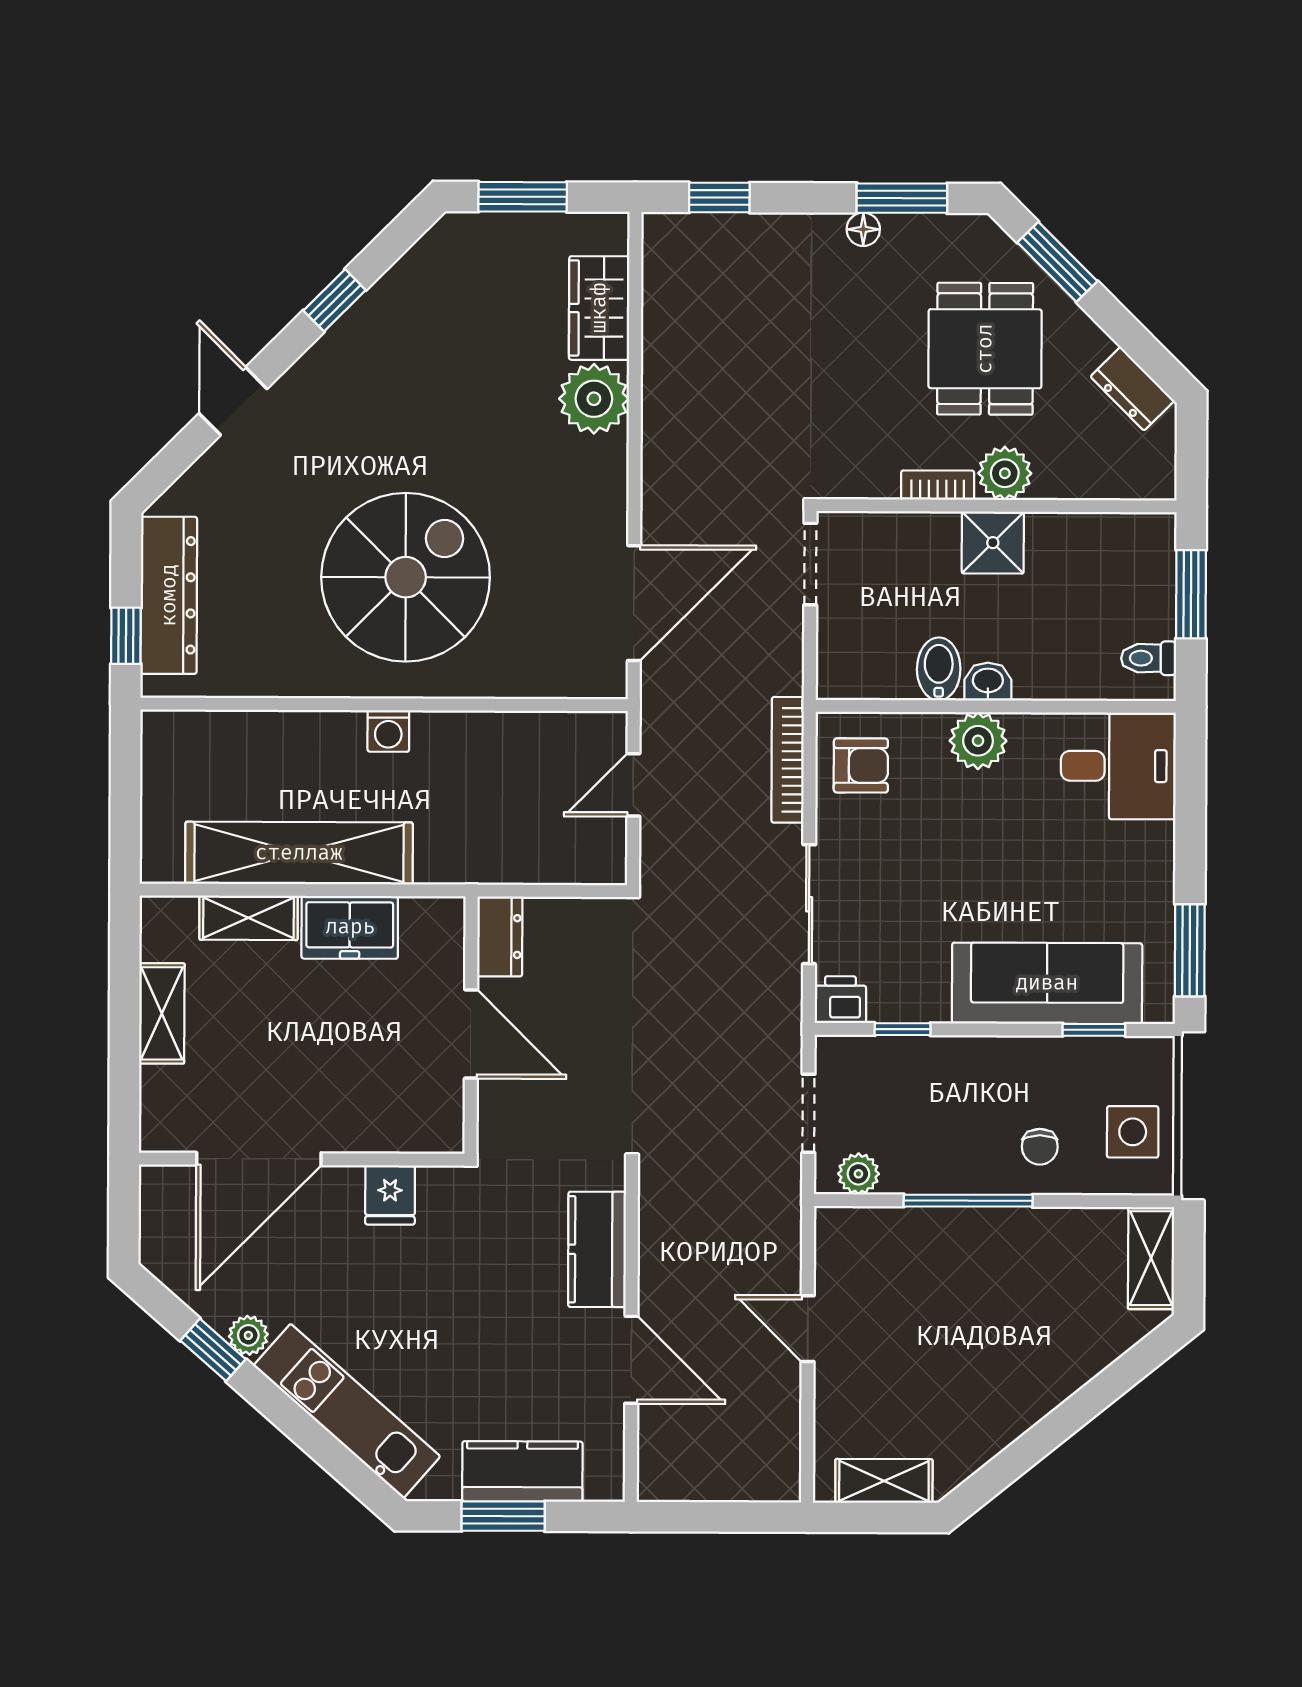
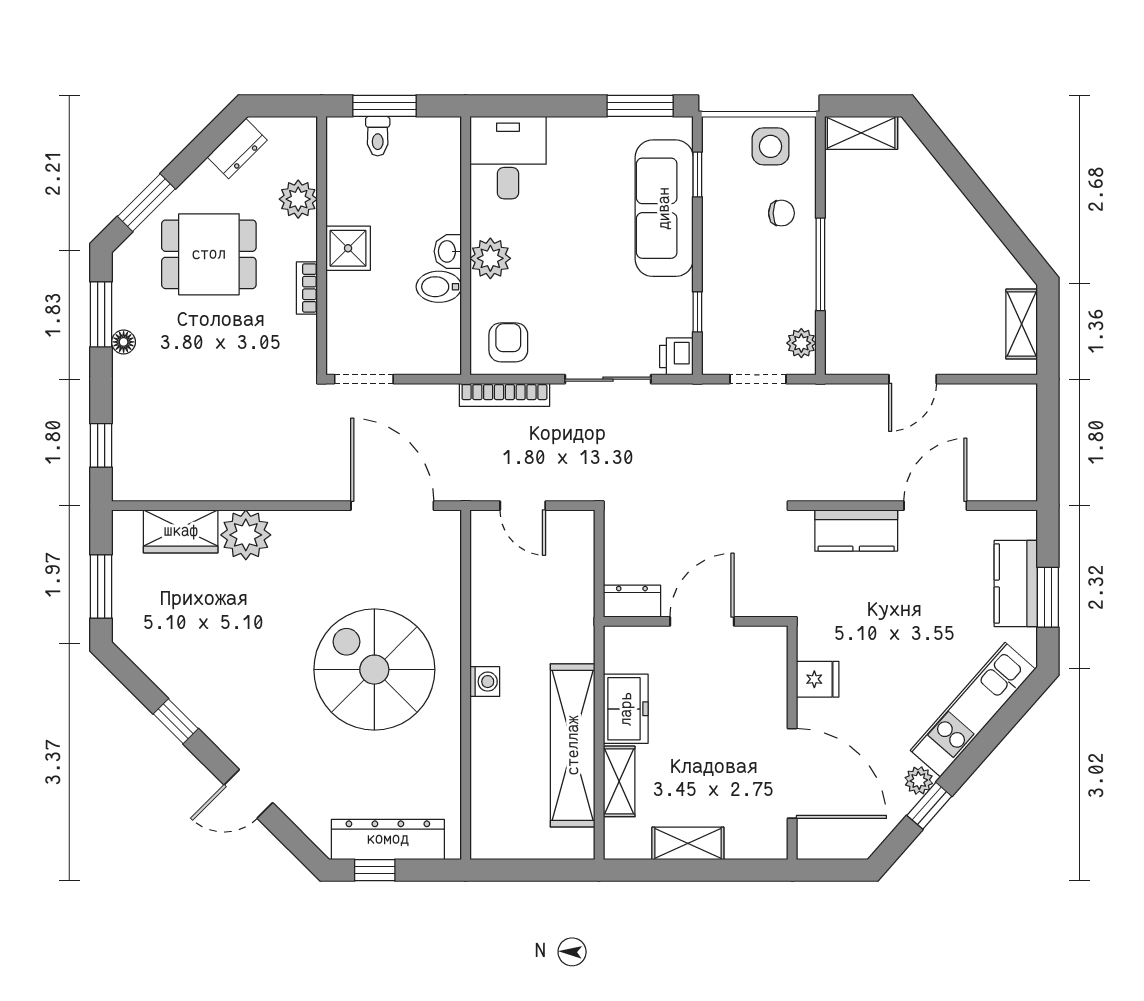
plant: (1005, 473) -> (298, 199), moved
window: (126, 636) -> (375, 870), moved
toilet: (1149, 658) -> (378, 136), moved

